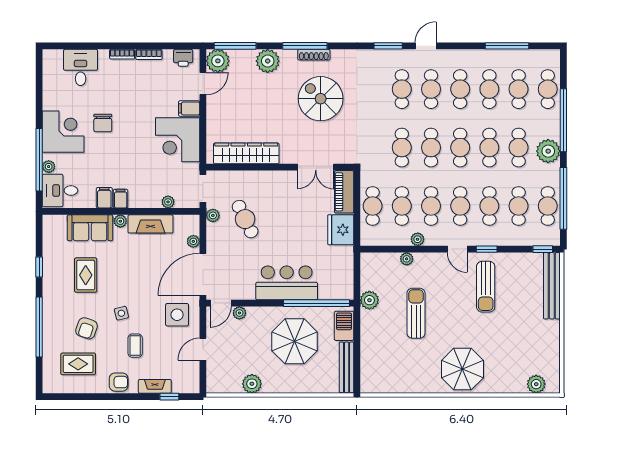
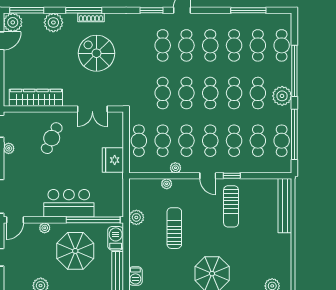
piano: (344, 192) -> (116, 129), removed
cafe table: (245, 219) -> (52, 138), moved, turned 51
window: (543, 249) -> (278, 176), removed
plant: (239, 313) -> (45, 228), moved
barbecue: (368, 372) -> (135, 276), added

